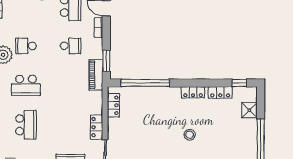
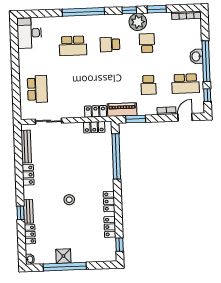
school desk: (26, 85) -> (110, 44), width x0.54
shower: (249, 110) -> (63, 256), moved
locker: (97, 127) -> (95, 111), moved

